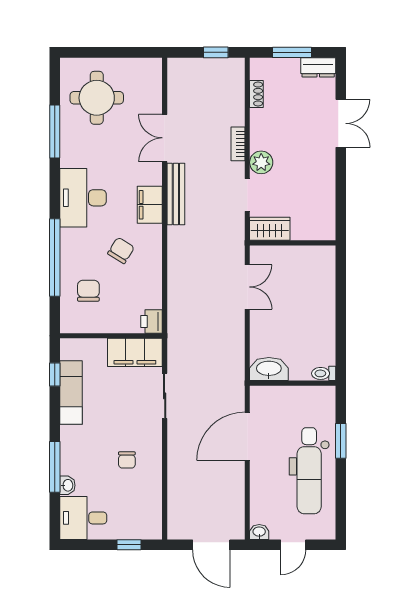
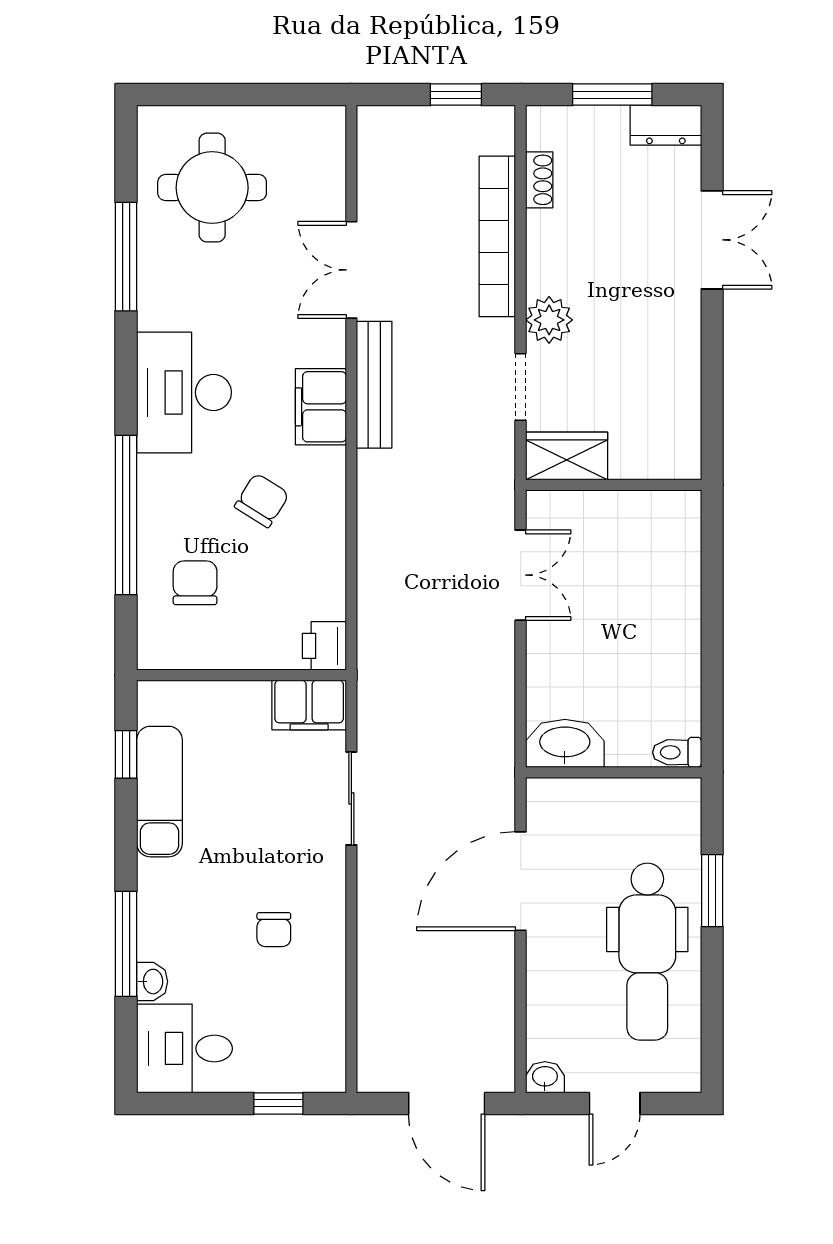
bookcase: (238, 144) -> (497, 236), width x2.31, depth x1.31
filing cabinet: (135, 352) -> (309, 705), width x0.67, depth x0.86

